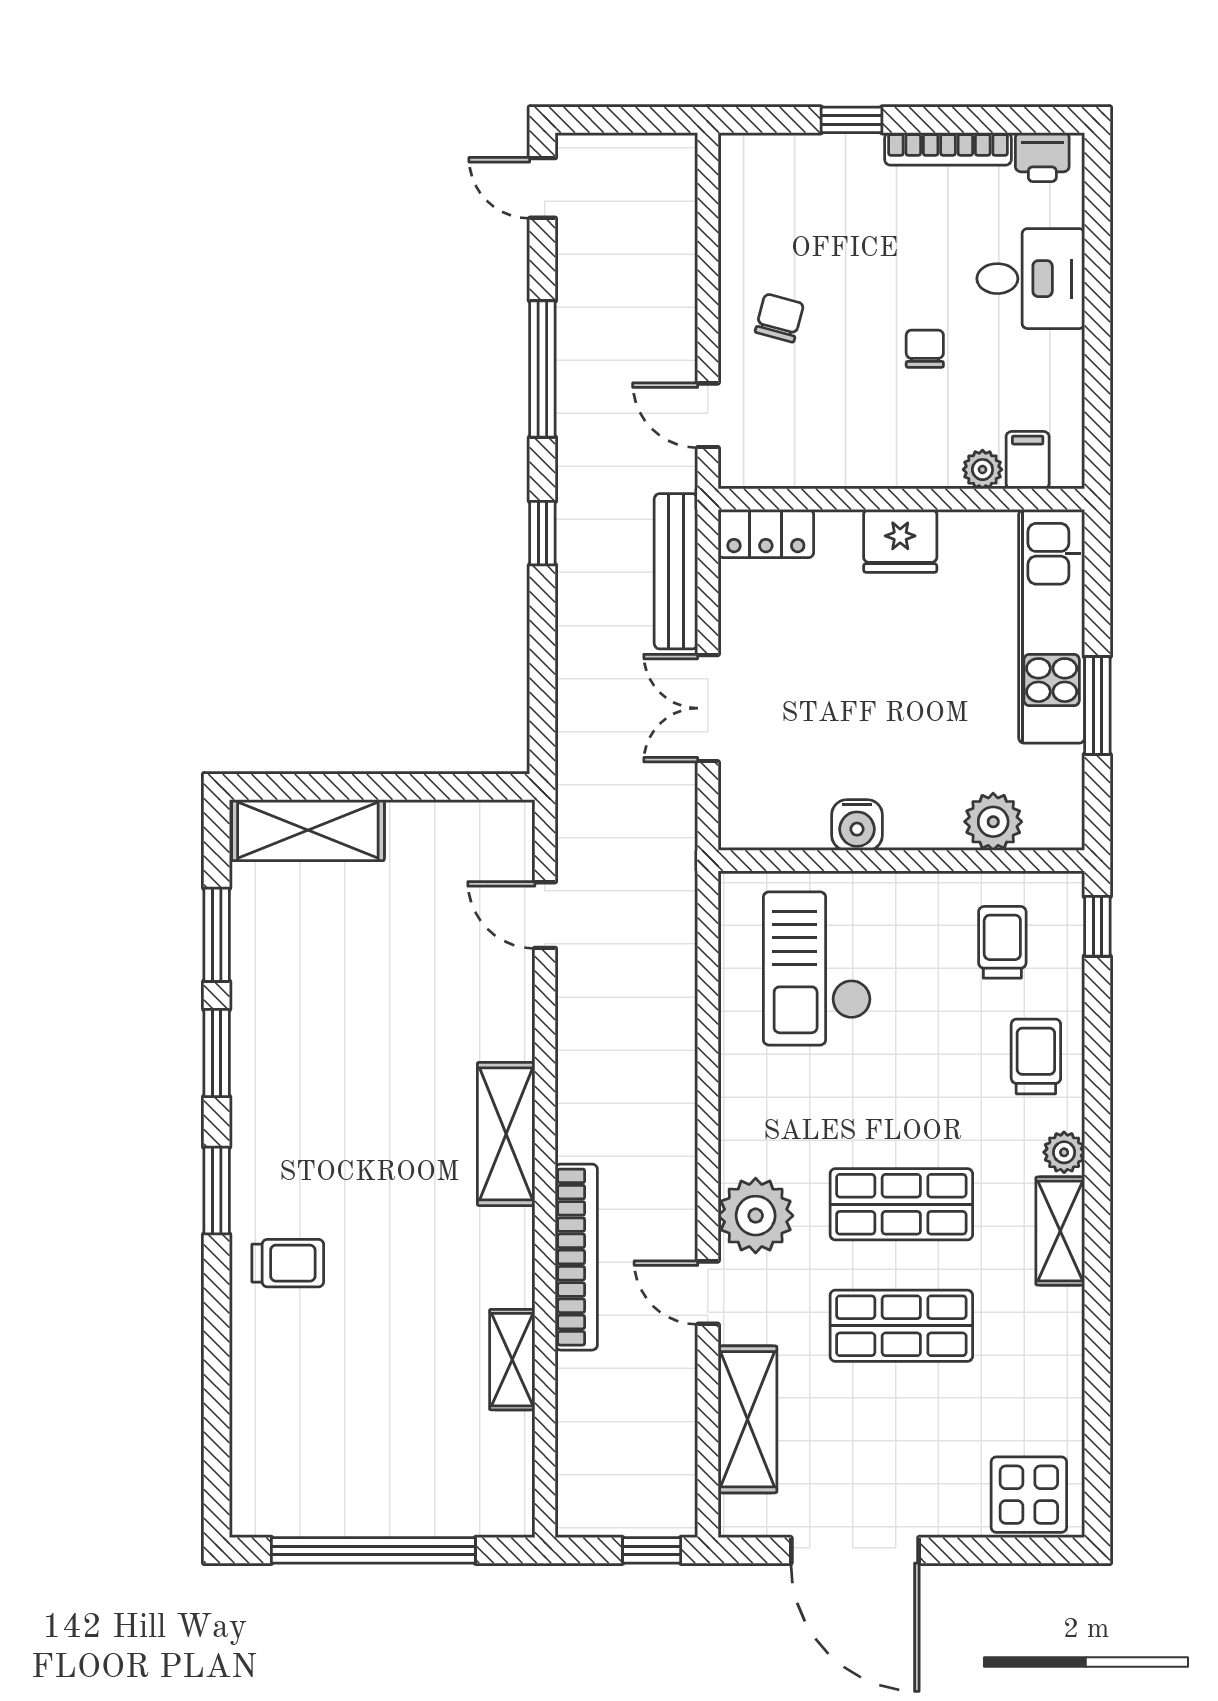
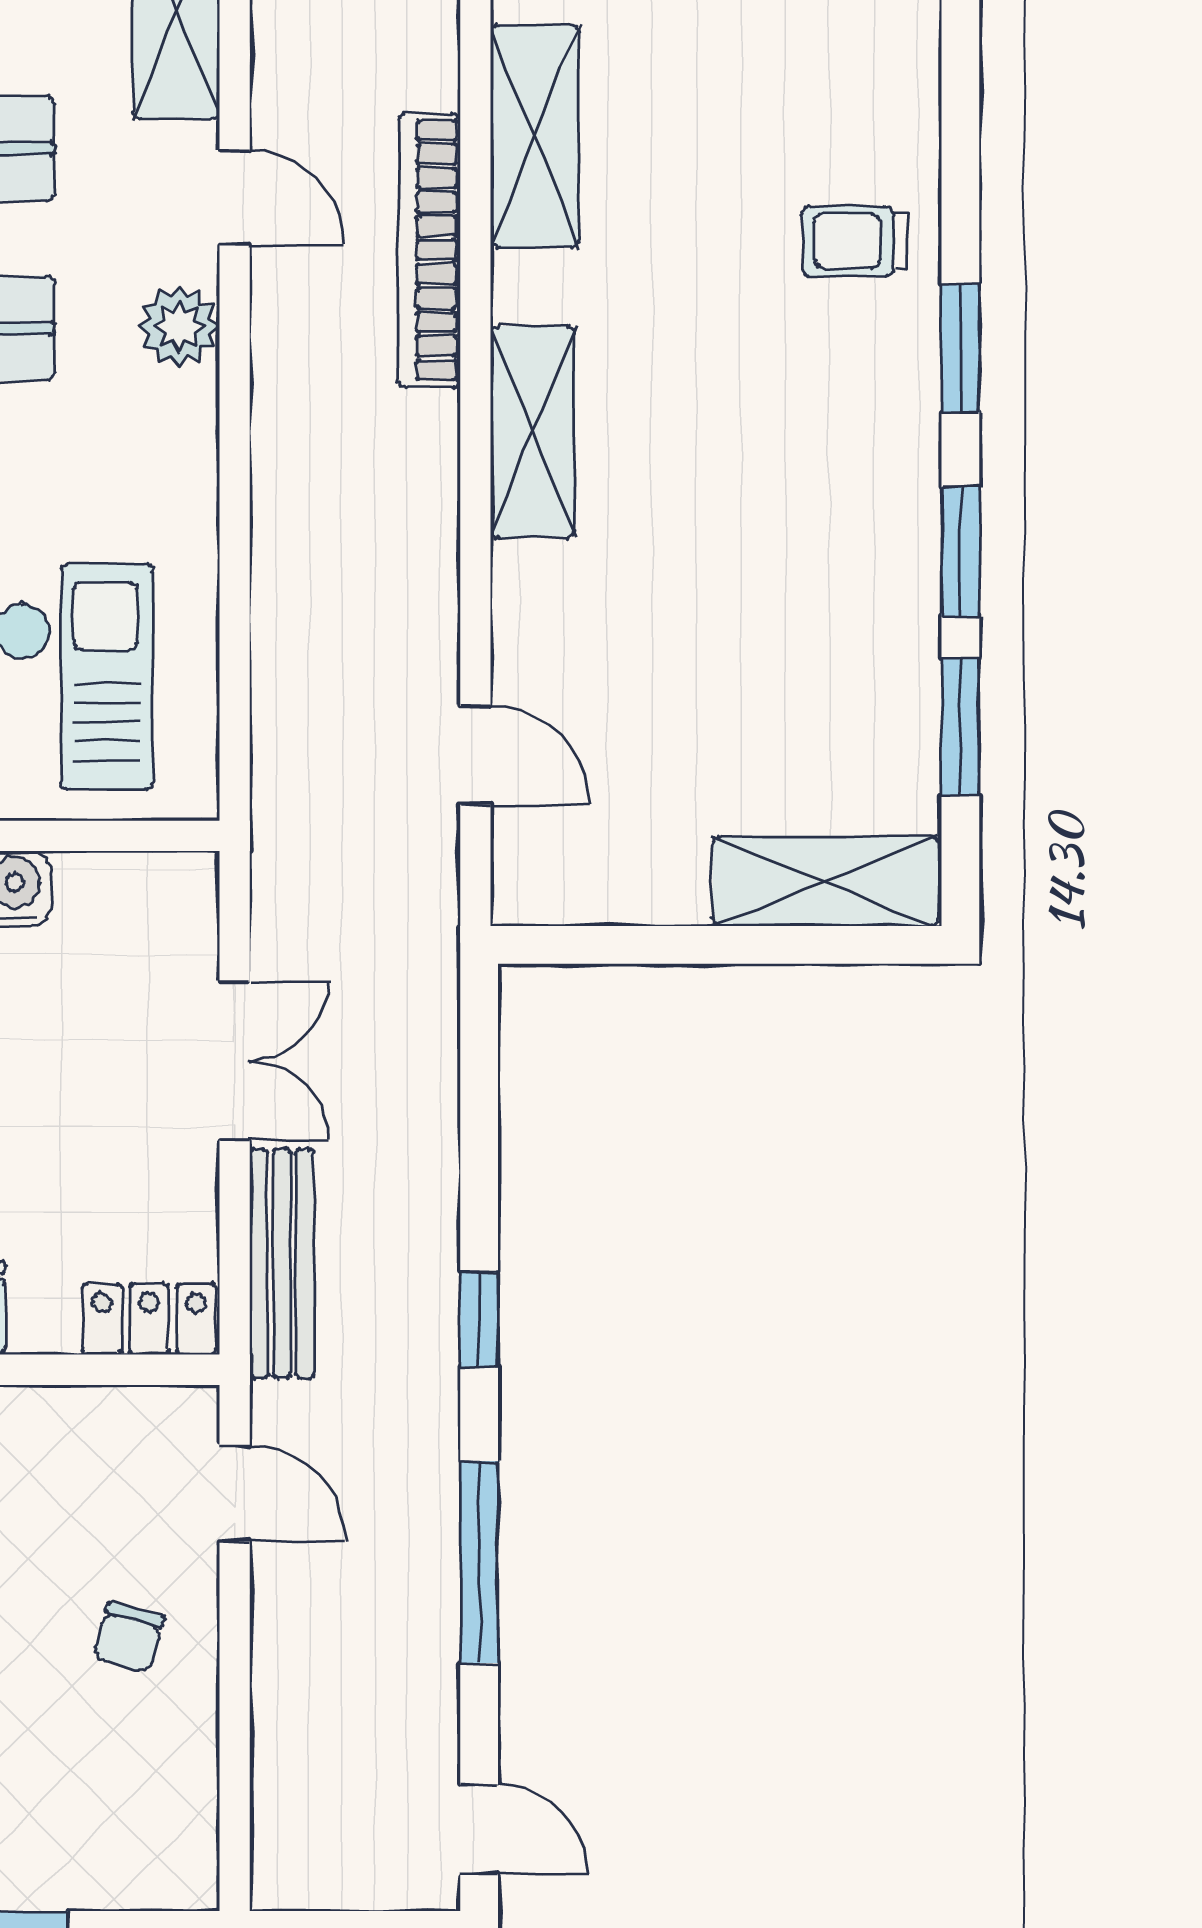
plant: (756, 1216) -> (179, 326), width x0.73, depth x0.73
shelving: (512, 1360) -> (535, 136), width x1.50, depth x1.33

